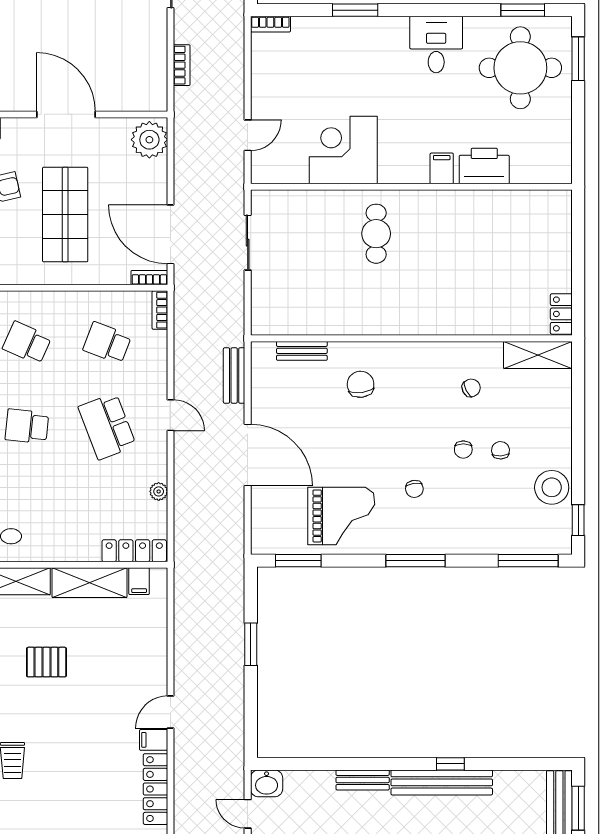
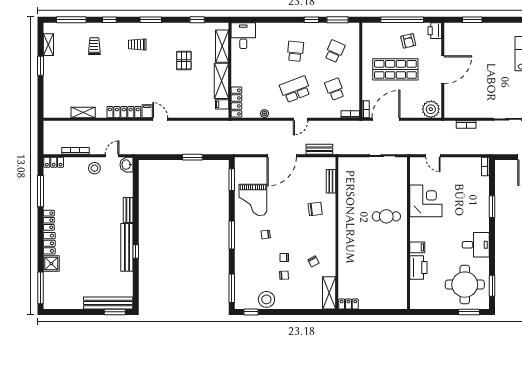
school desk: (107, 343) -> (335, 89), turned -42

